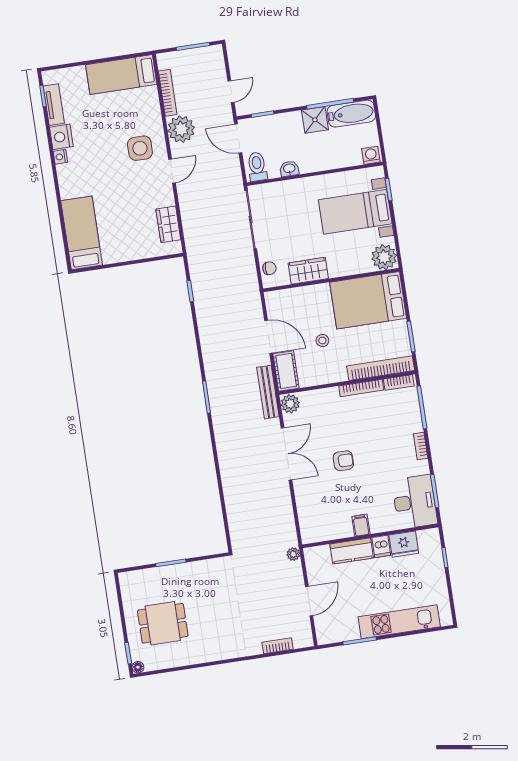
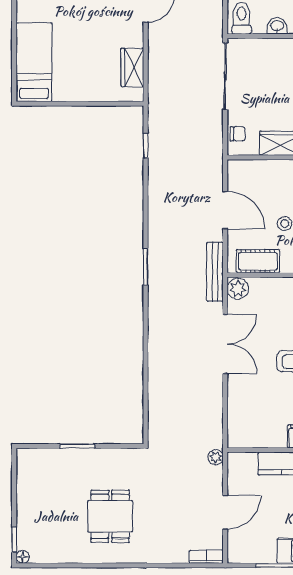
cot: (286, 371) -> (258, 261), moved, turned 90
dining table: (163, 623) -> (110, 516), moved, turned 90
bookcase: (278, 646) -> (206, 557), moved

